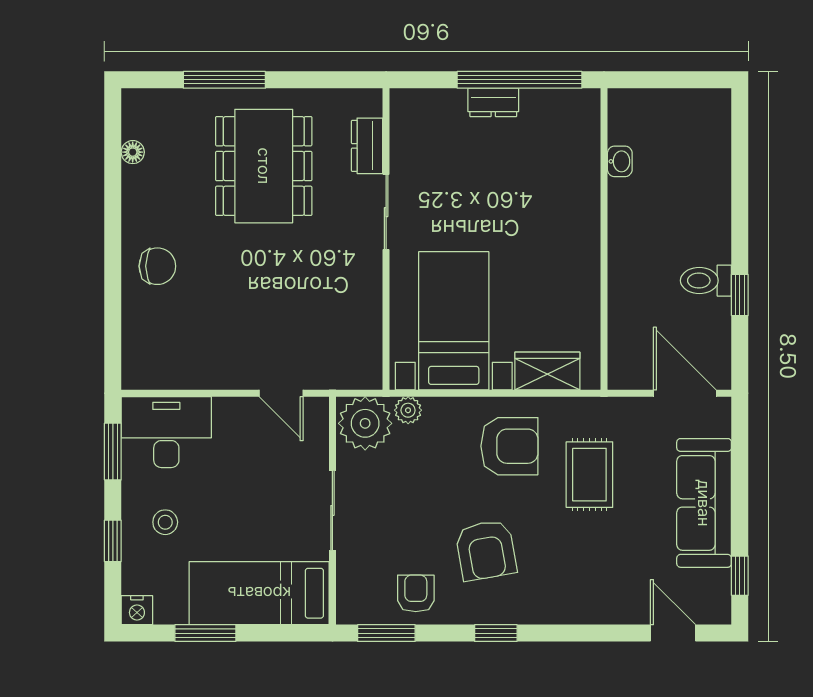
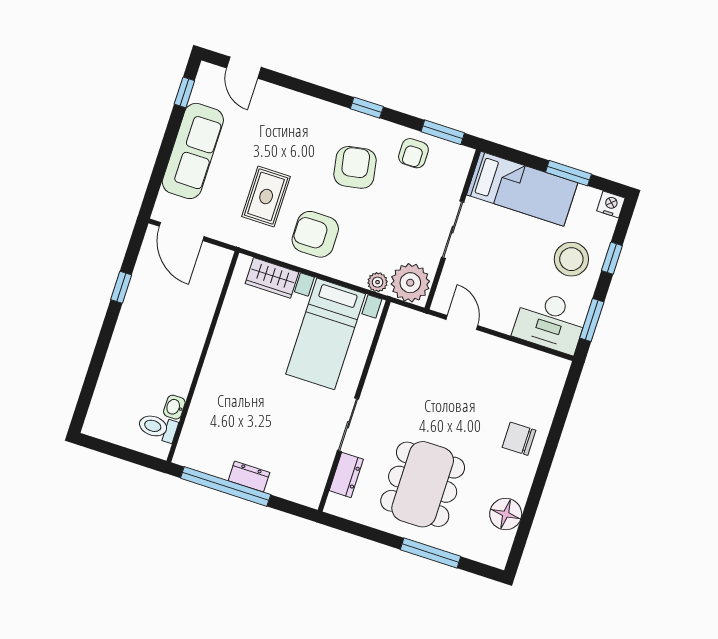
floor lamp: (133, 152) -> (506, 514), width x1.89, depth x1.89
toilet: (706, 281) -> (158, 427), moved, turned 180
stool: (165, 522) -> (571, 259), width x1.89, depth x1.89

